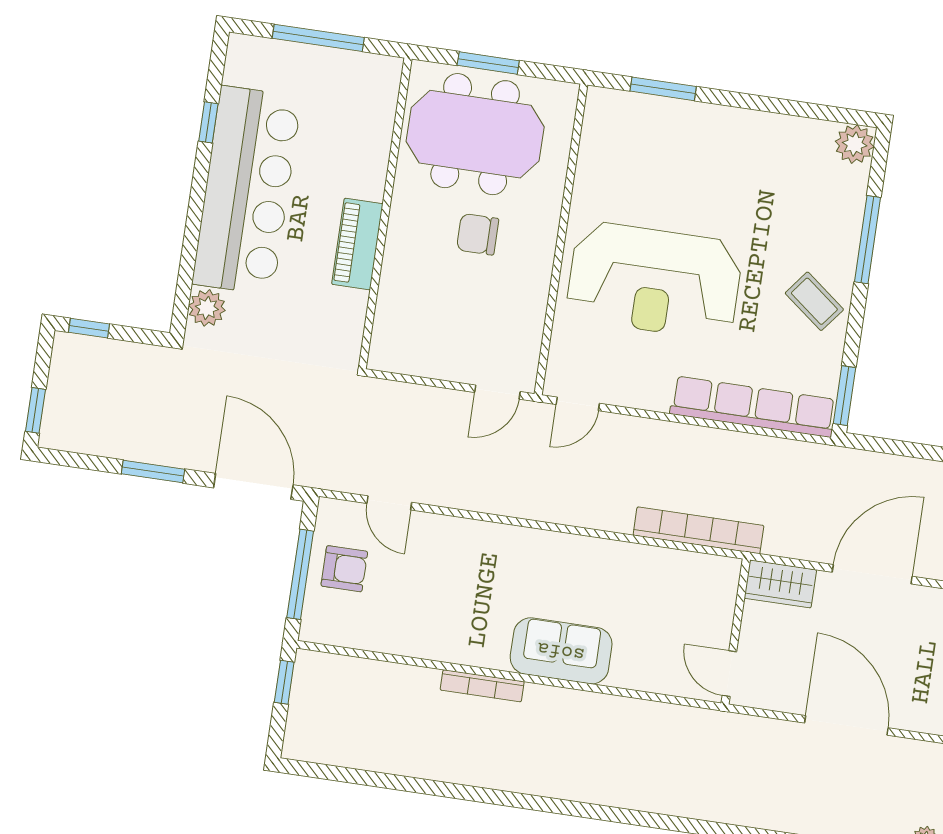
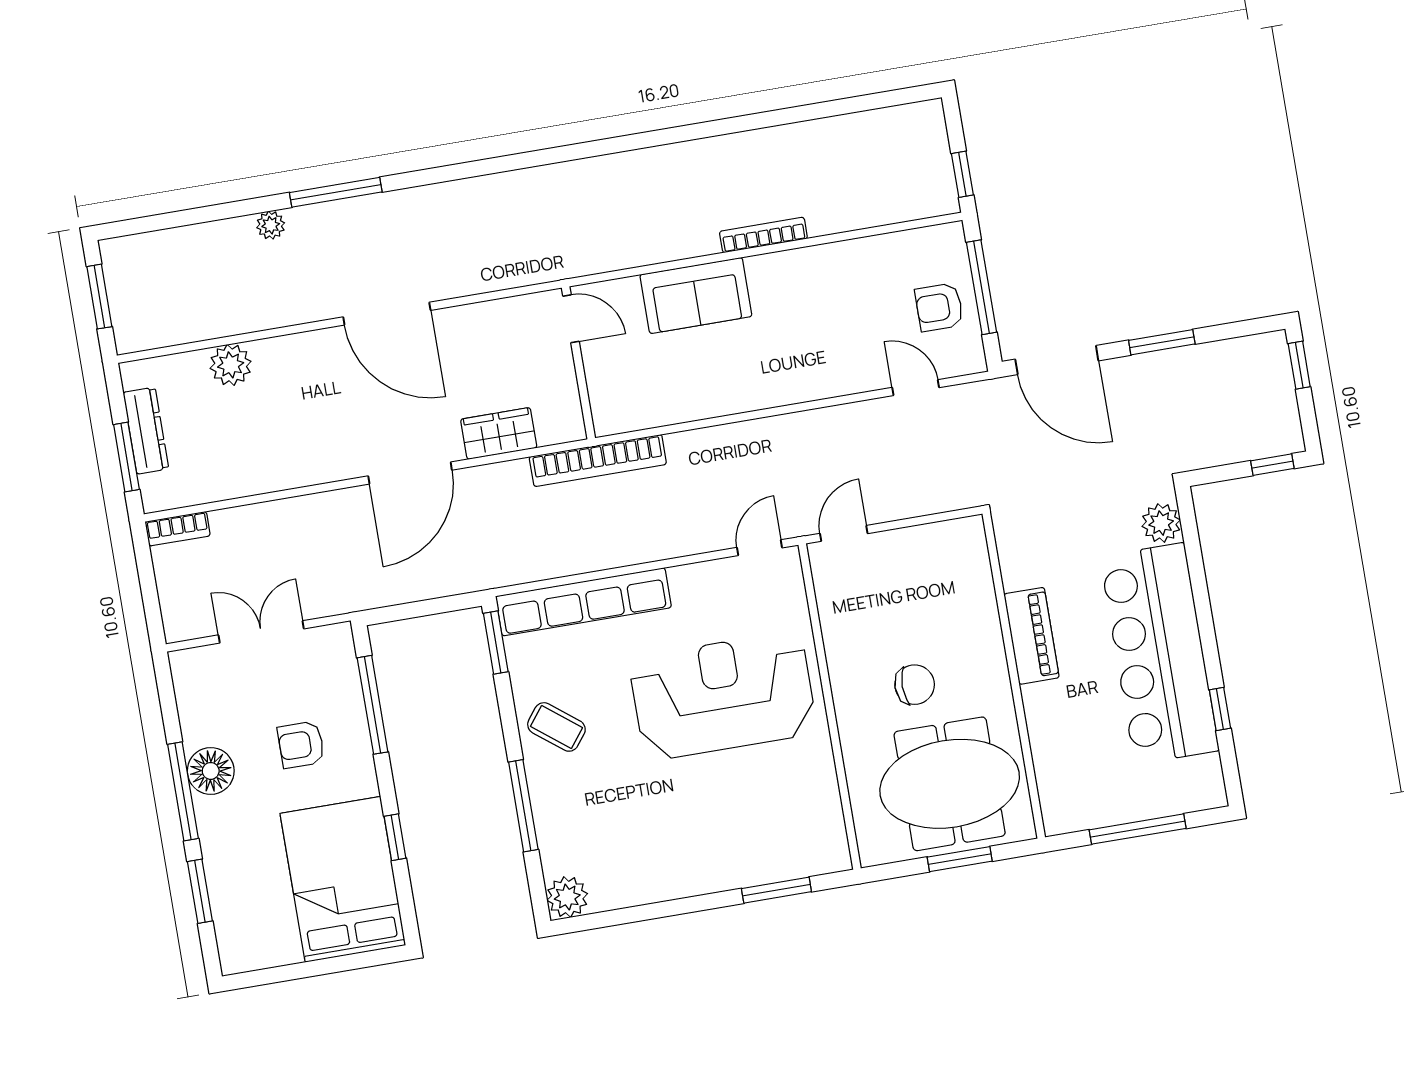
wall: (736, 632) -> (578, 363), moved
door: (729, 674) -> (571, 319), moved

